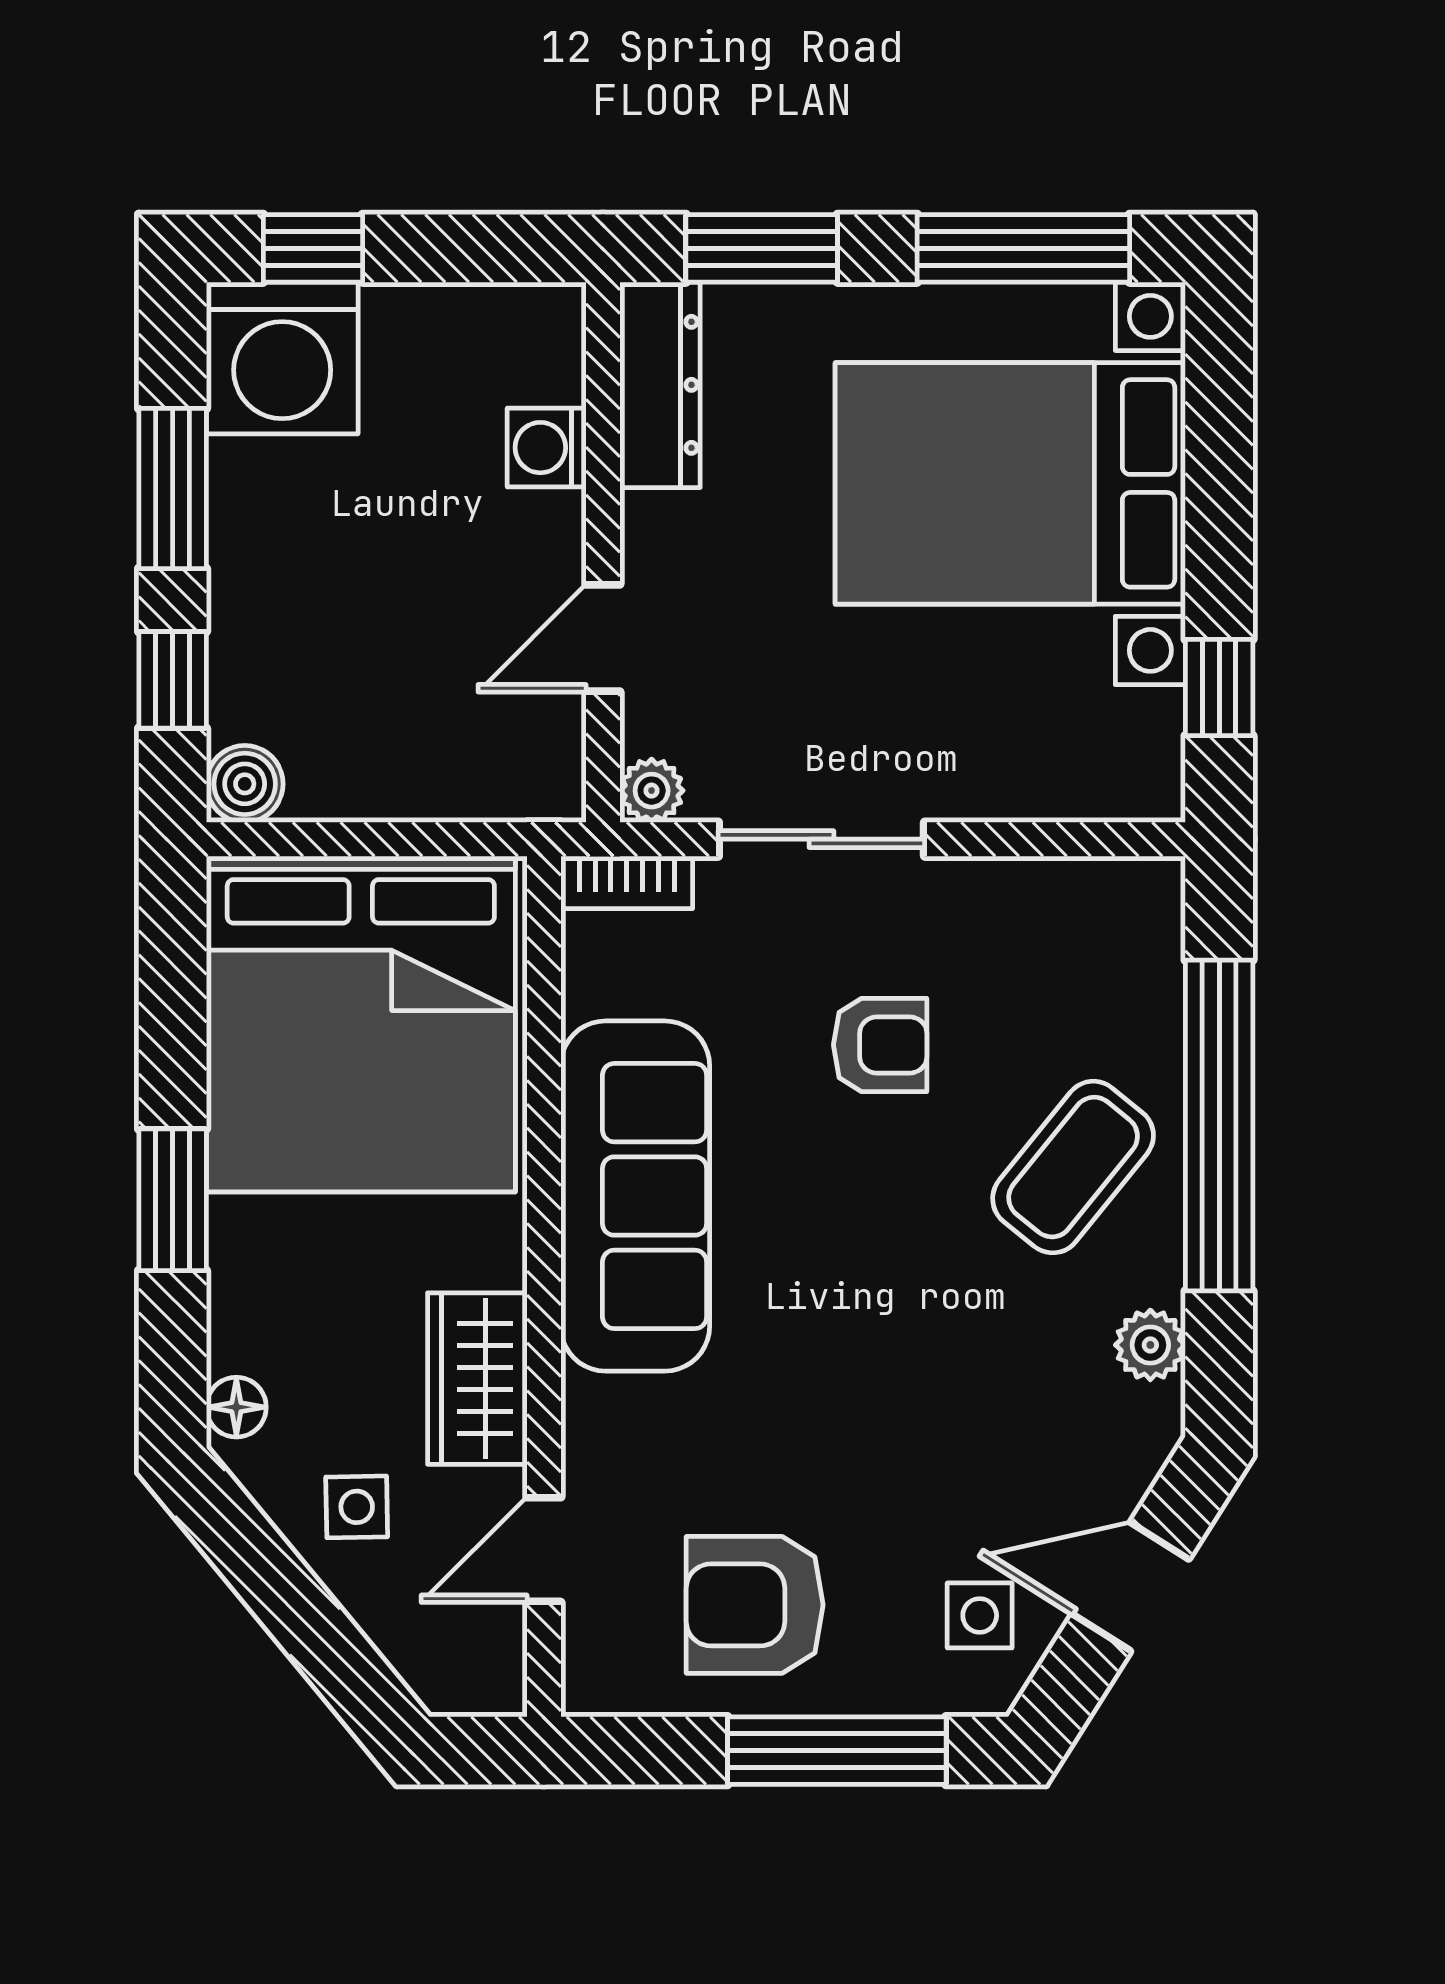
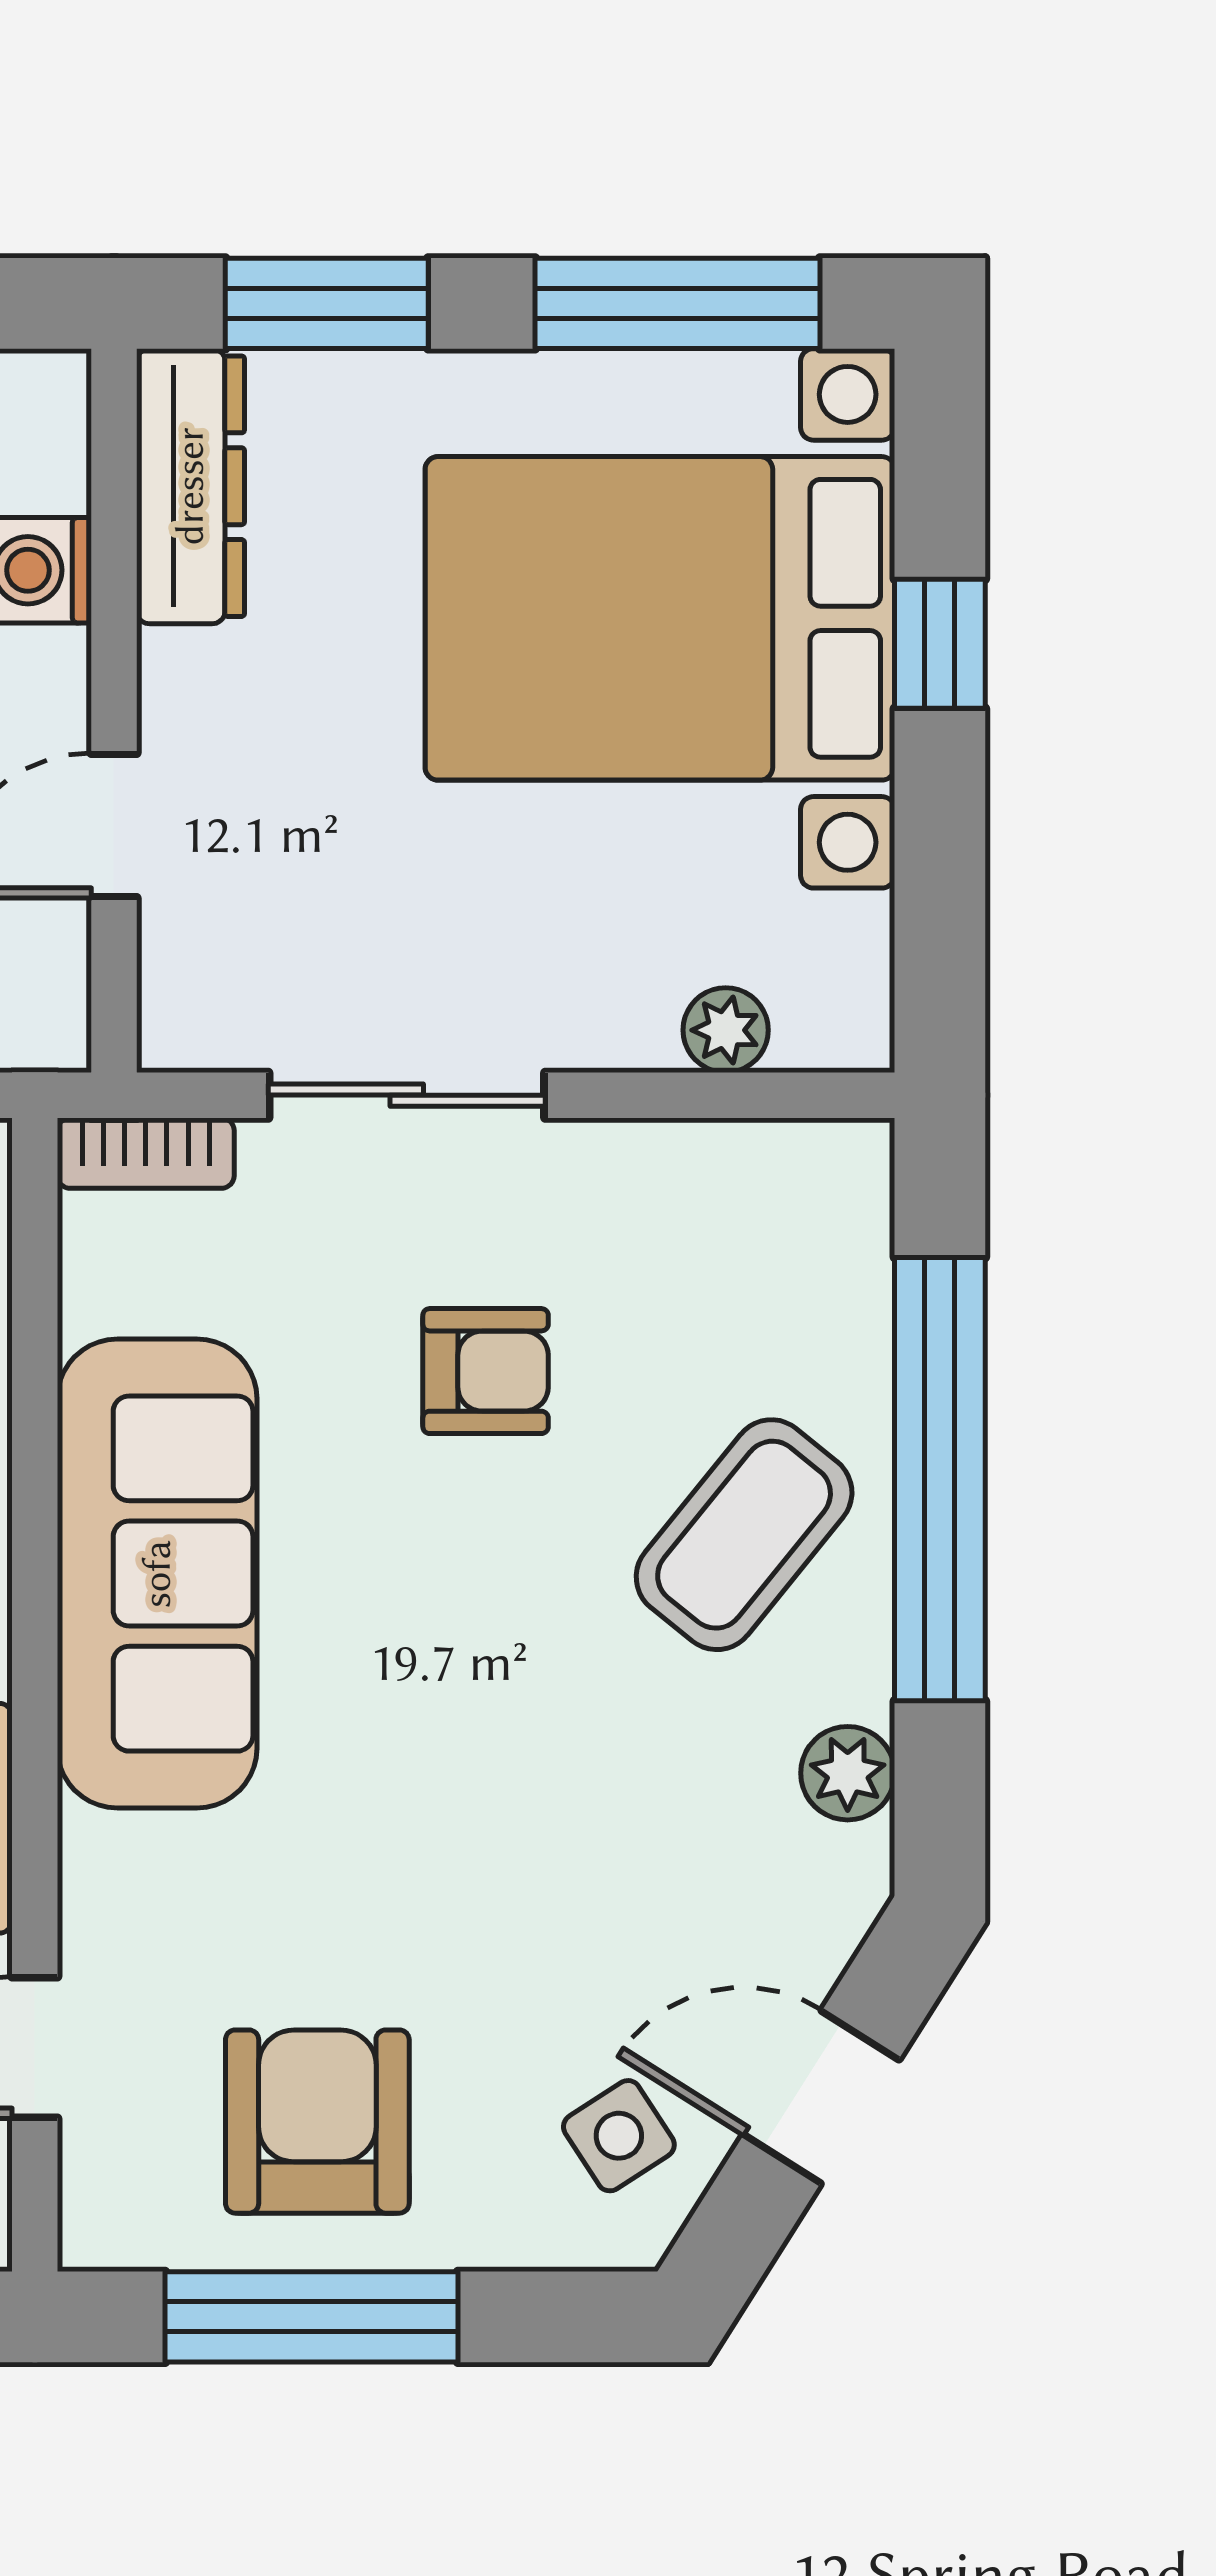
window: (1219, 687) -> (940, 644), moved
plant: (652, 791) -> (726, 1030), moved
armchair: (755, 1605) -> (317, 2122), turned 90
side table: (980, 1615) -> (619, 2136), turned -33
window: (837, 1751) -> (311, 2317), moved

